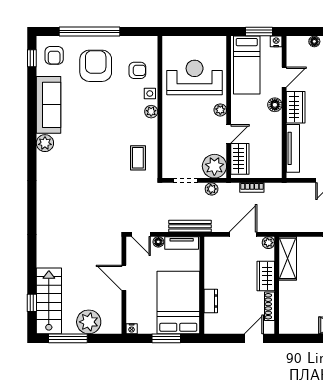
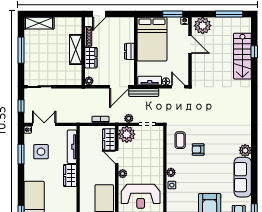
armchair: (137, 70) -> (198, 150), moved
door: (284, 77) -> (78, 197), removed
floor lamp: (275, 105) -> (85, 177), removed
door: (229, 134) -> (117, 157), hinge flipped
door: (243, 234) -> (119, 87), moved
shelving: (288, 258) -> (76, 50), moved
door: (124, 278) -> (190, 45), moved
stairs: (49, 301) -> (242, 56), moved
dresser: (211, 301) -> (129, 51), moved
window: (32, 303) -> (254, 52), moved
plant: (89, 322) -> (203, 26), moved
window: (166, 338) -> (173, 14), moved

